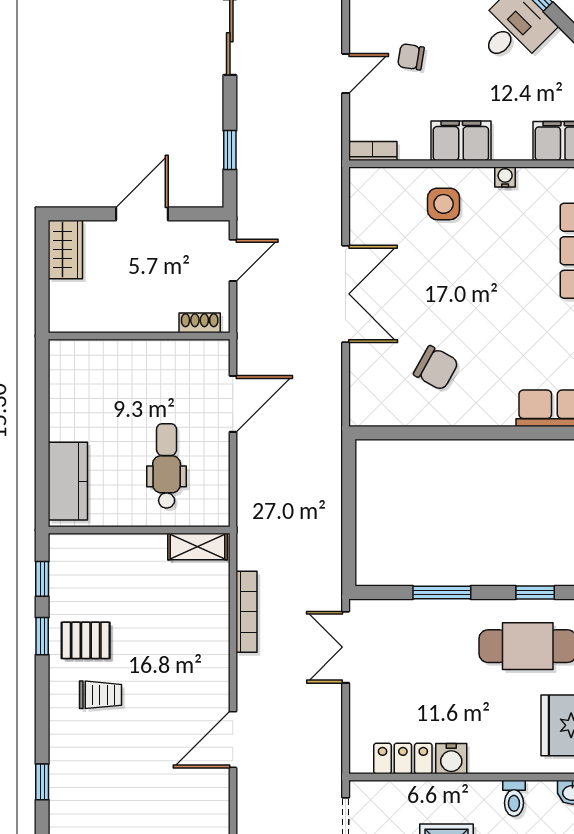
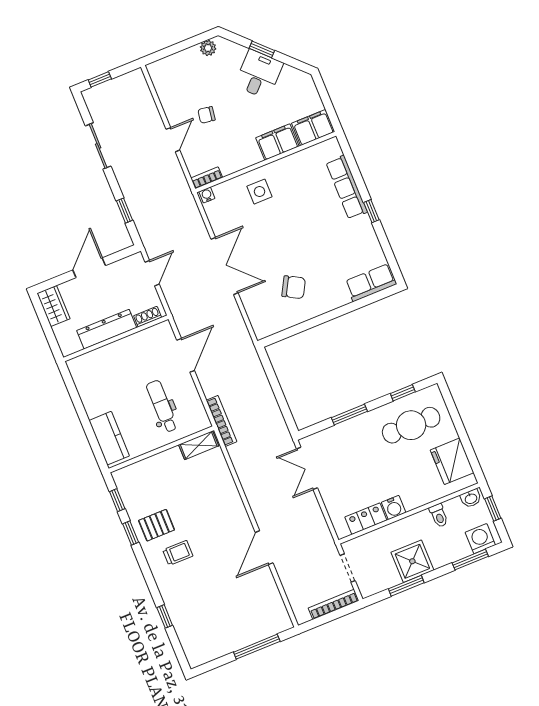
filing cabinet: (461, 141) -> (277, 142), moved
water cooler: (505, 177) -> (207, 195), moved
dresser: (131, 316) -> (107, 329), added
bookcase: (247, 612) -> (221, 421), moved

